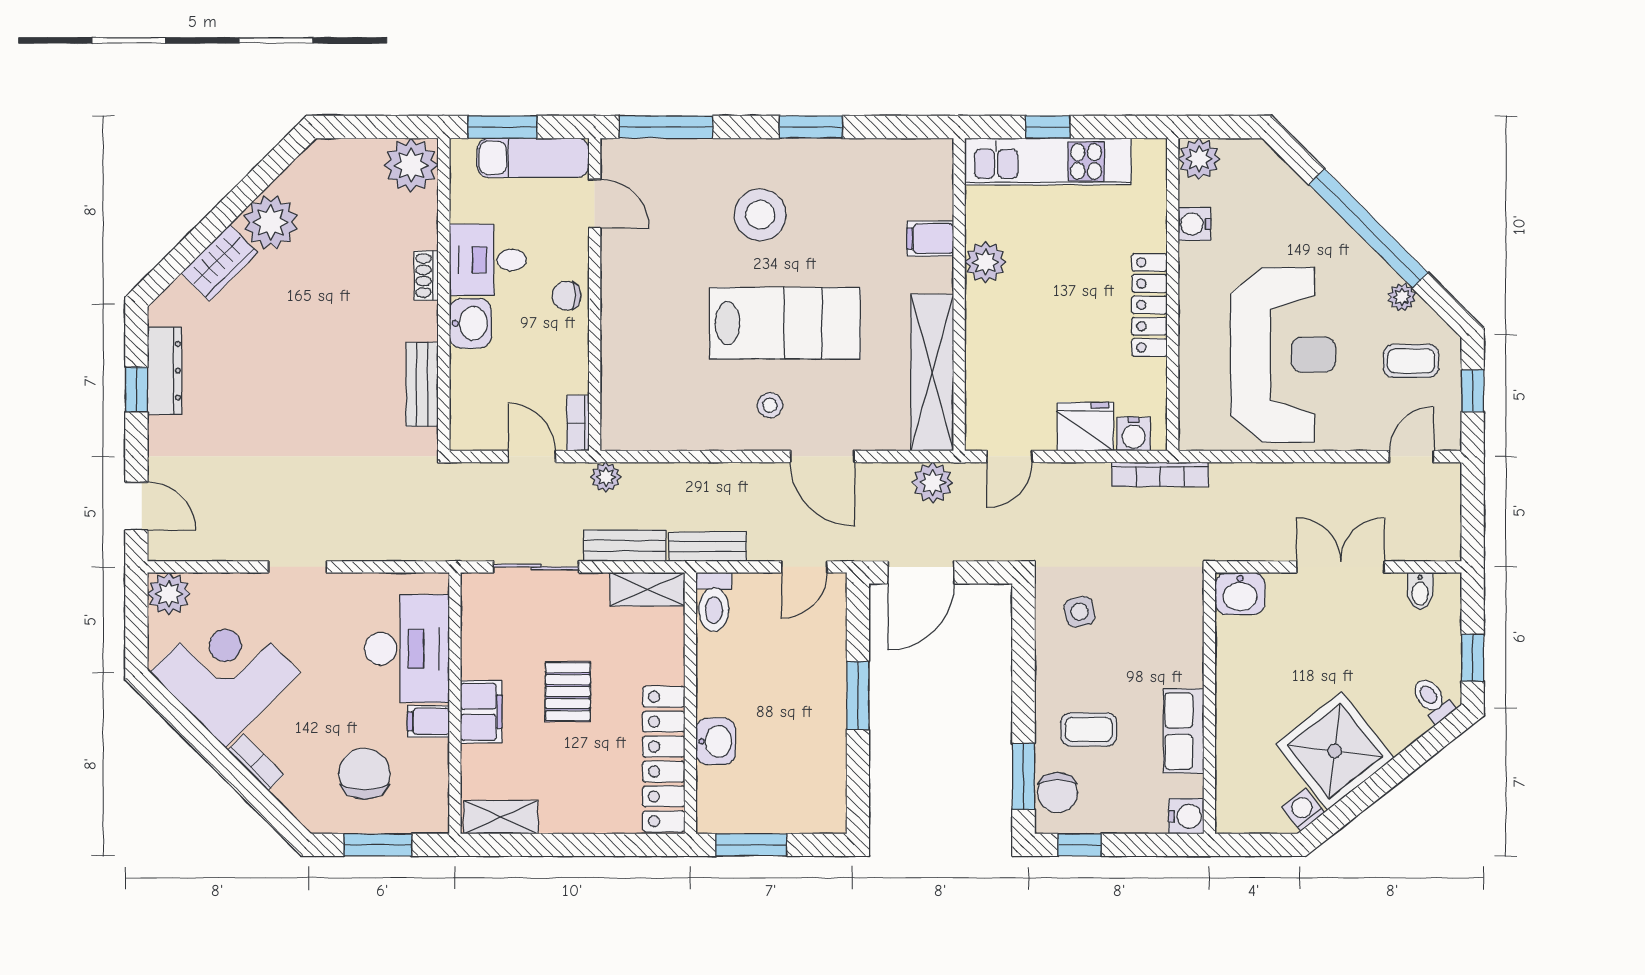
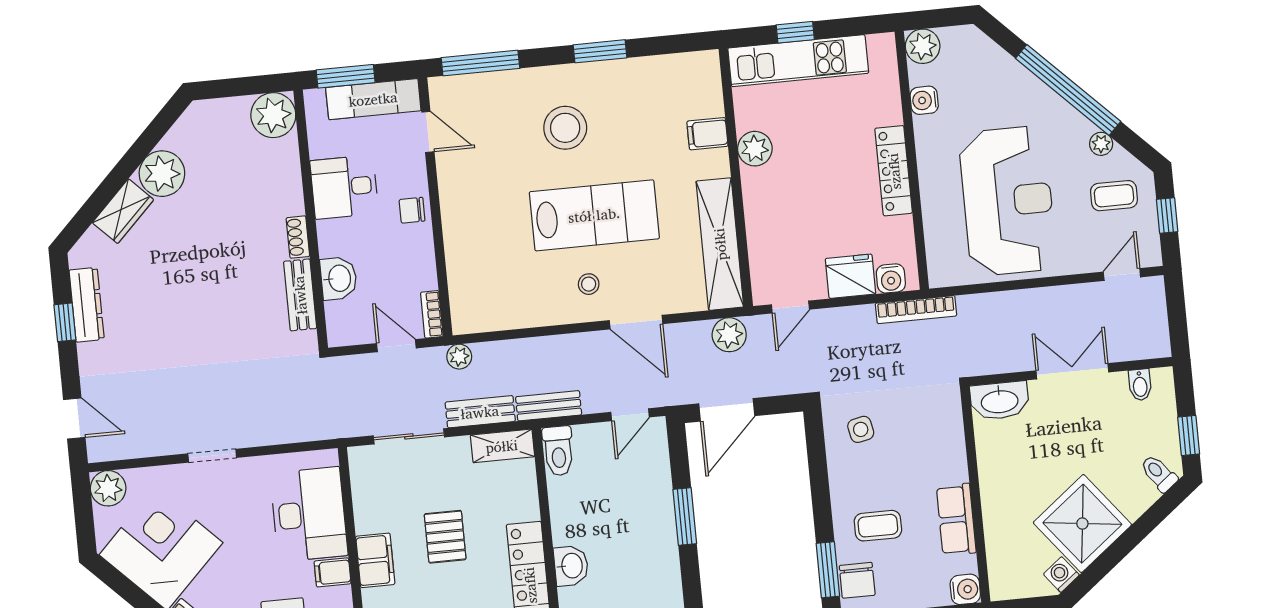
shoe rack: (426, 275) -> (298, 237), moved
washbasin: (470, 323) -> (339, 278), moved
washbasin: (1240, 594) -> (1000, 401), width x1.38

